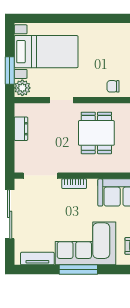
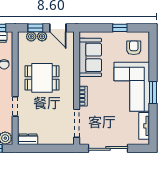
dresser: (21, 129) -> (28, 139), moved
window: (78, 270) -> (153, 93), width x0.69

